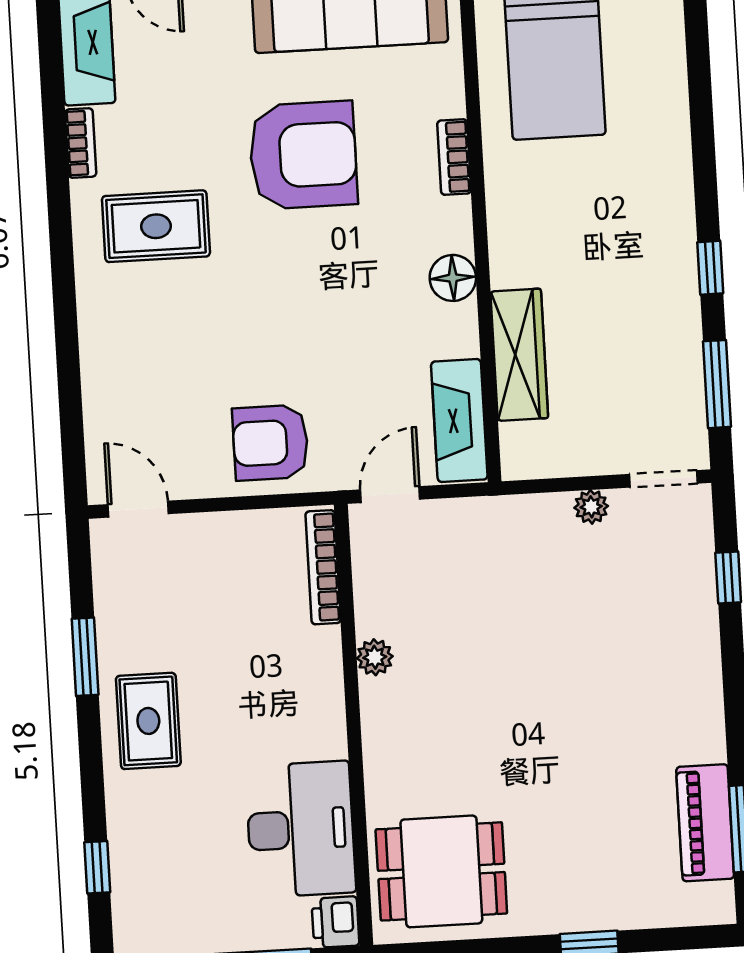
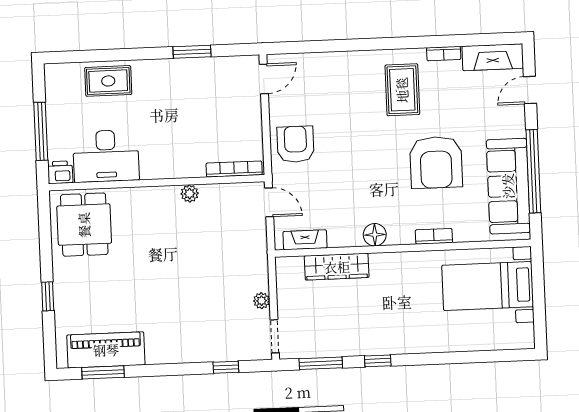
fireplace: (459, 421) -> (305, 240), width x0.73, depth x0.76
rug: (148, 721) -> (108, 81), moved
piano: (705, 823) -> (106, 350), width x1.37, depth x1.33
window: (97, 867) -> (89, 56), removed

